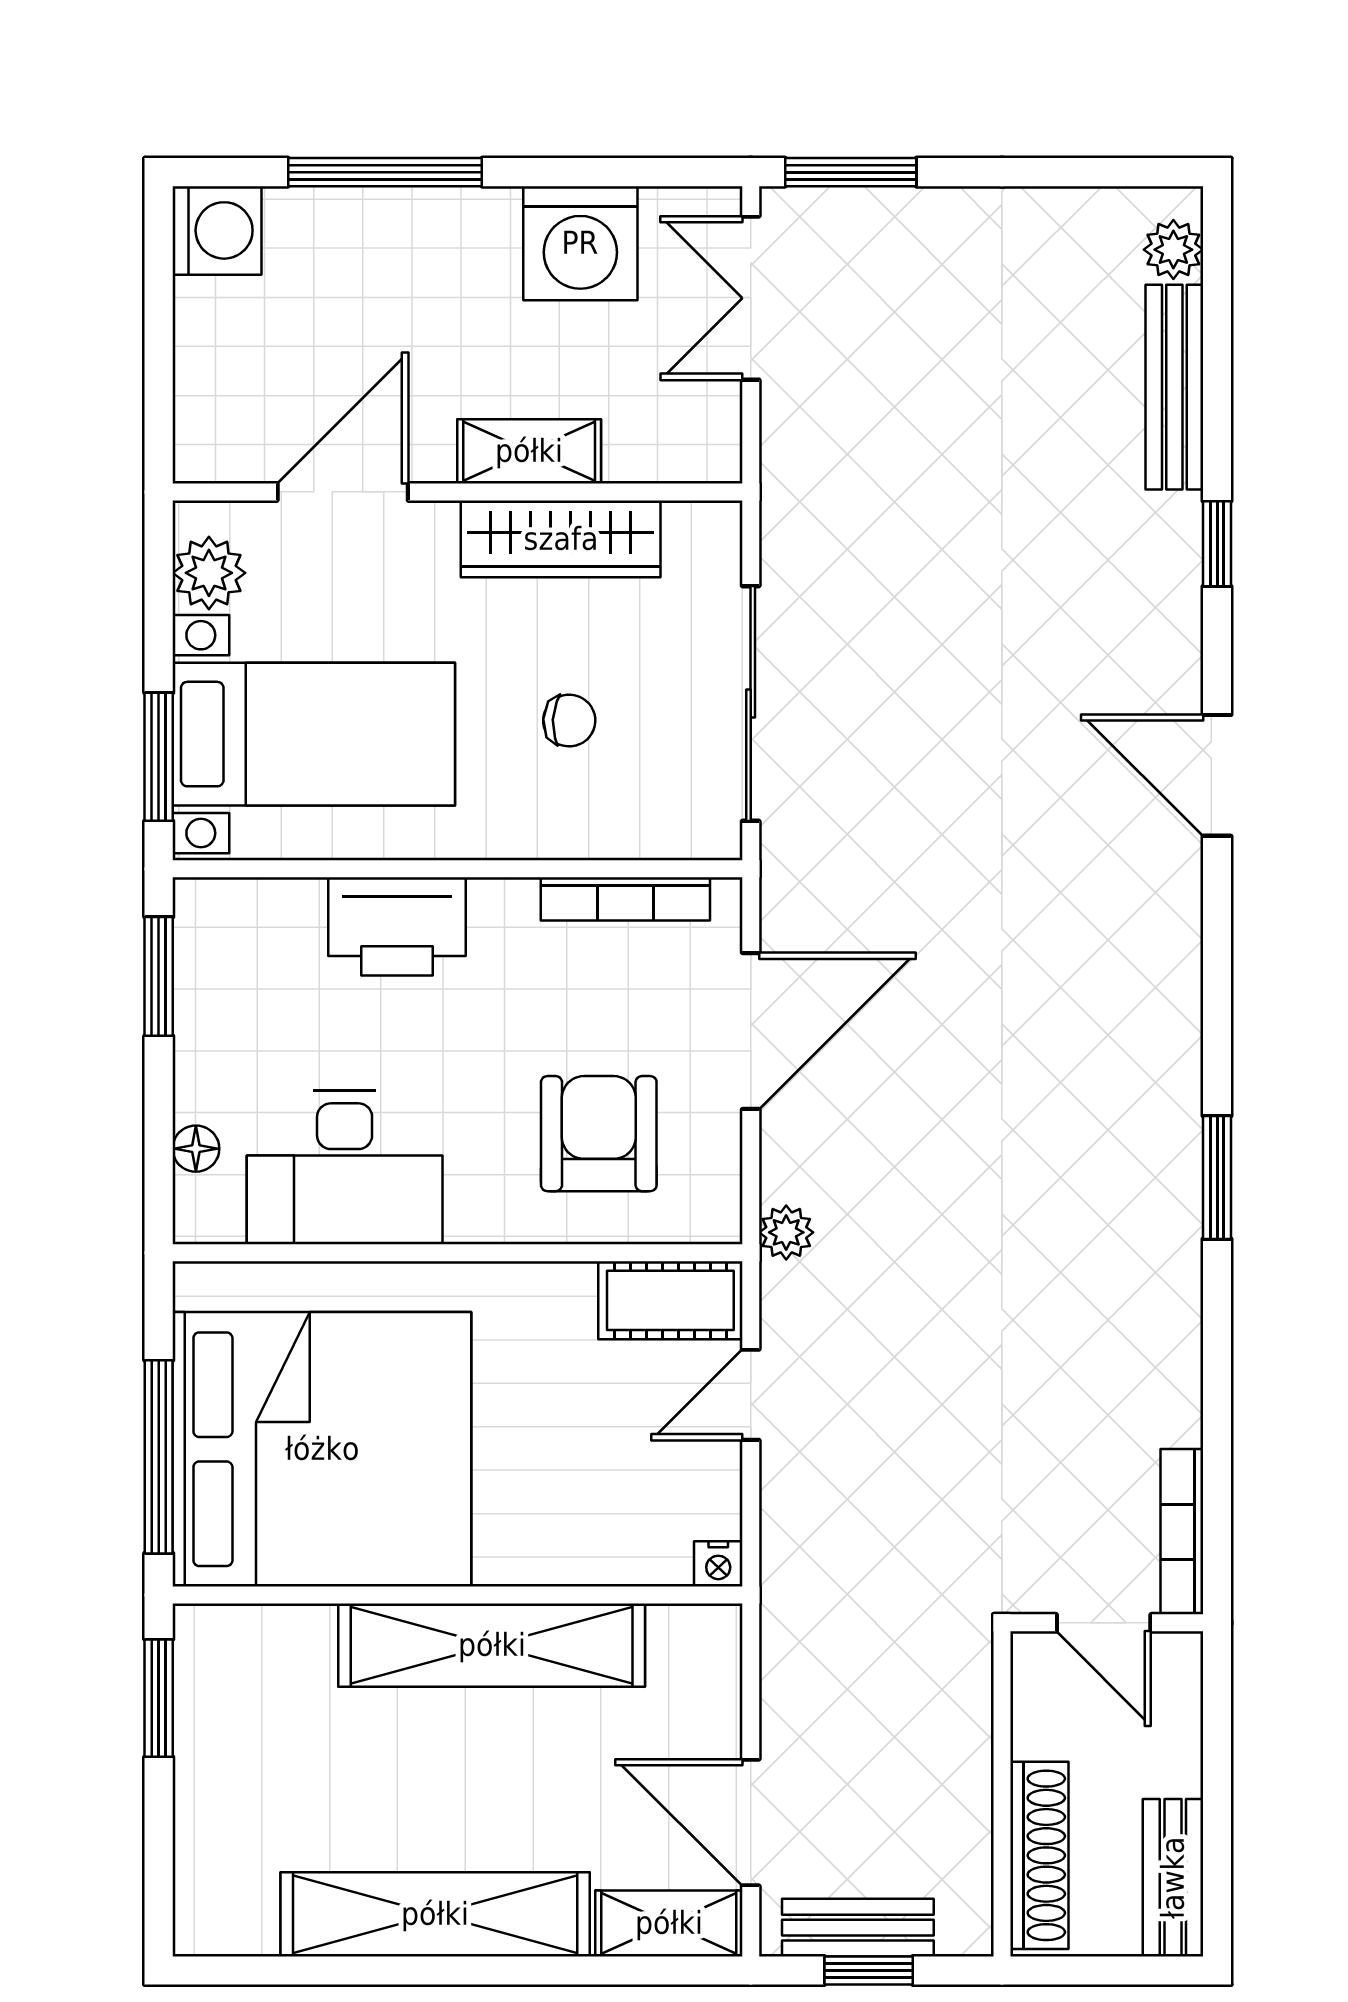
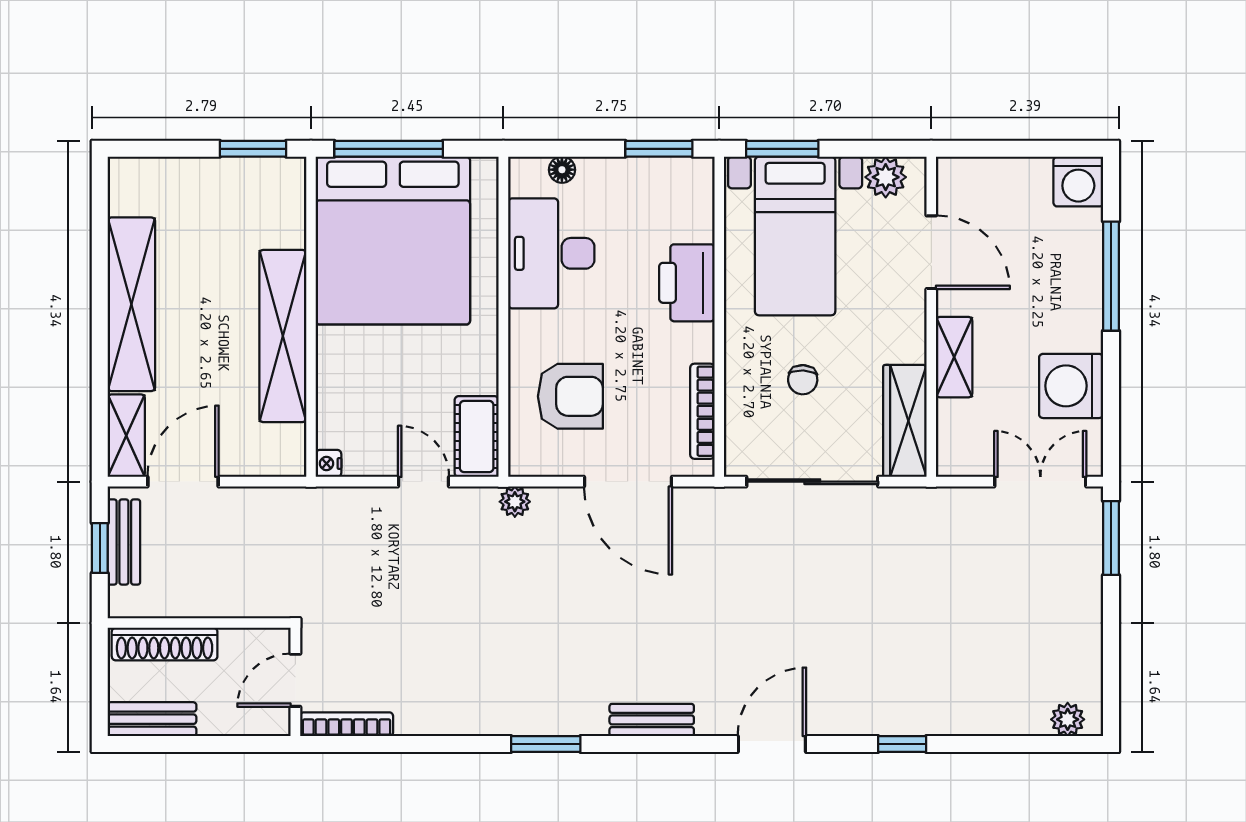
bench: (1174, 387) -> (652, 720), moved, width x0.73
wardrobe: (561, 539) -> (905, 421), moved

